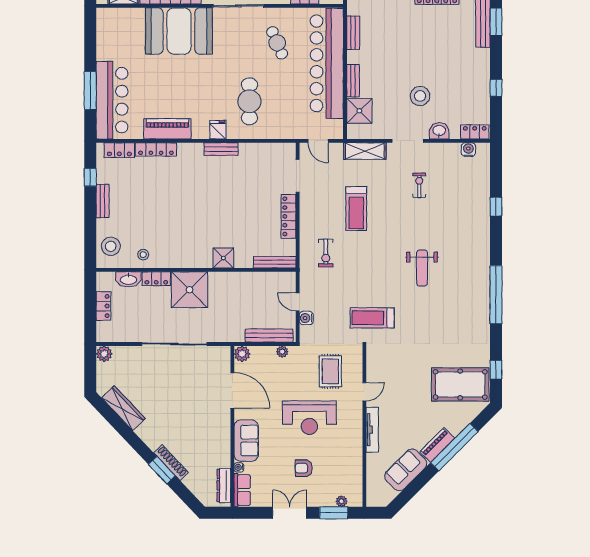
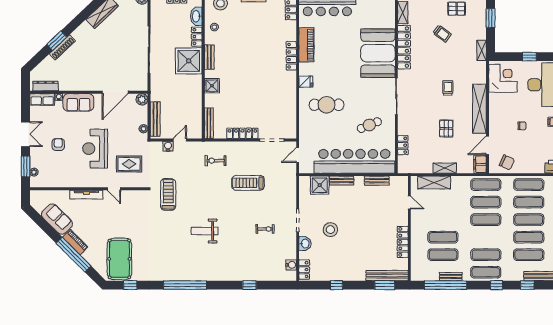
locker: (156, 149) -> (291, 56), moved
bench: (221, 149) -> (209, 57), moved
shelving: (365, 151) -> (290, 189), removed

